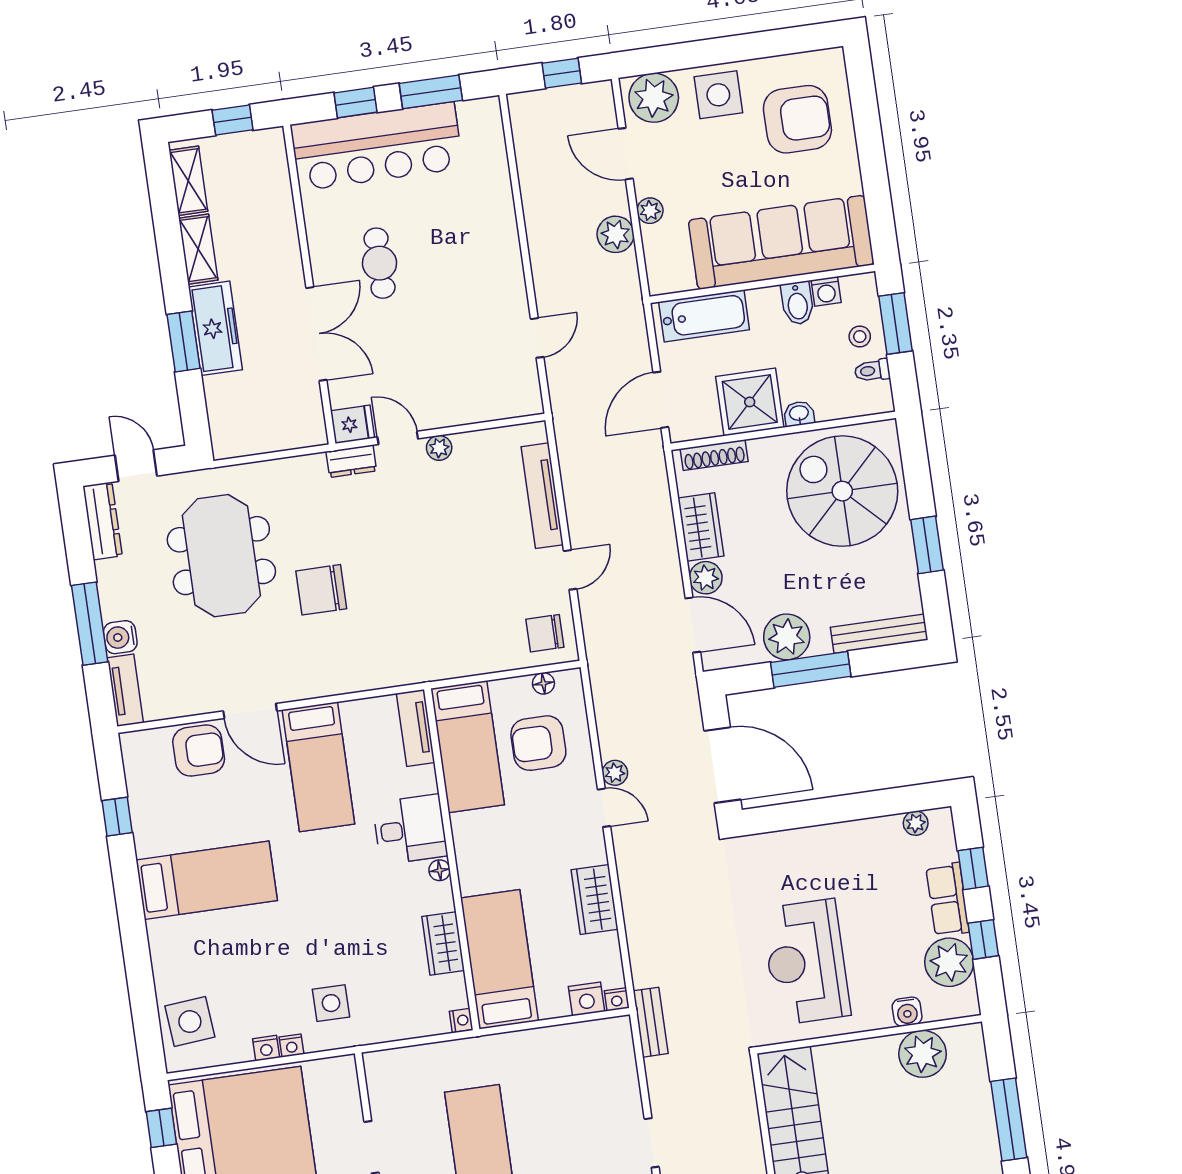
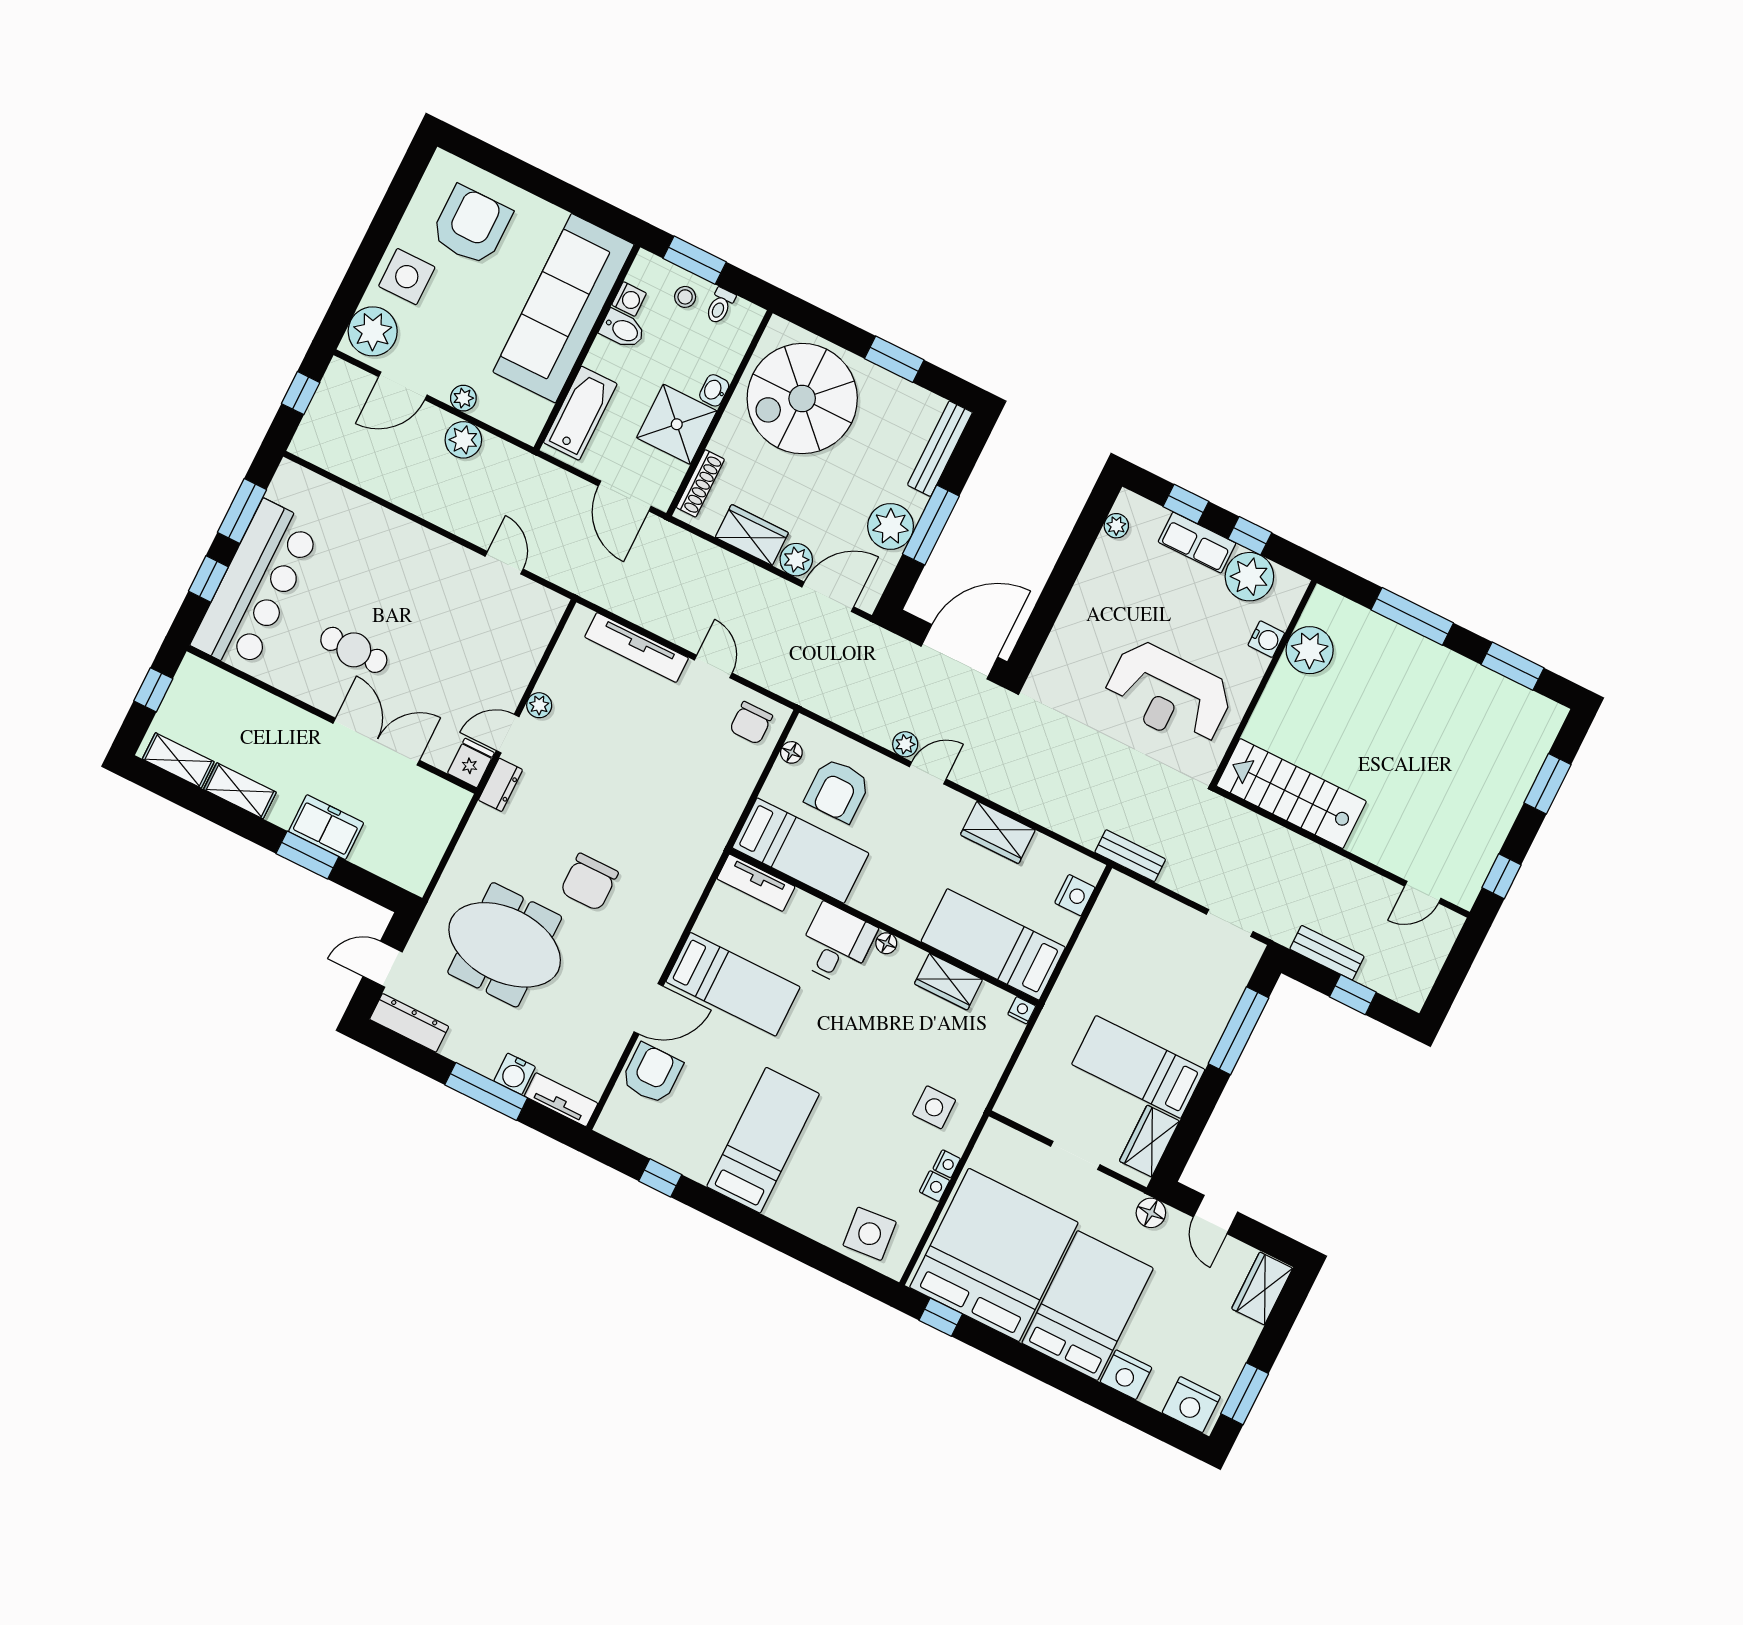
freezer: (215, 328) -> (326, 827), width x0.71
nightstand: (617, 999) -> (1092, 871), removed

